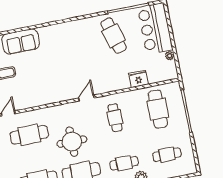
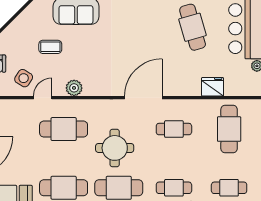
door: (86, 98) -> (143, 98), width x1.88
plant: (31, 101) -> (74, 88), added
cafe table: (115, 118) -> (174, 129), turned 90

